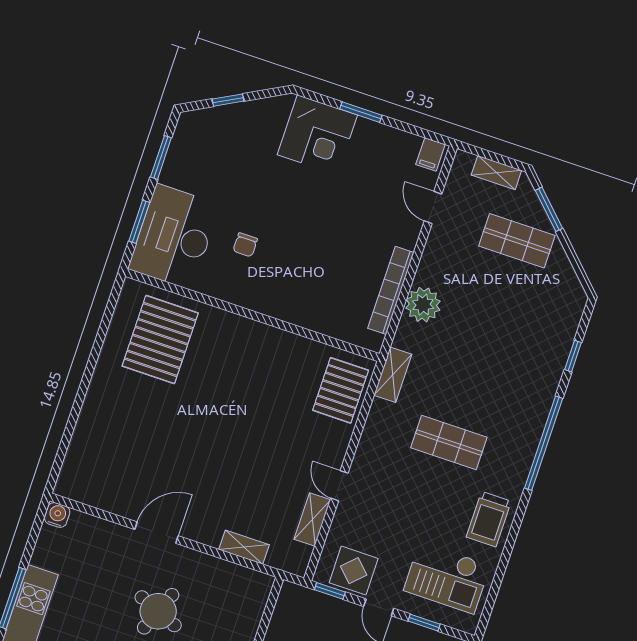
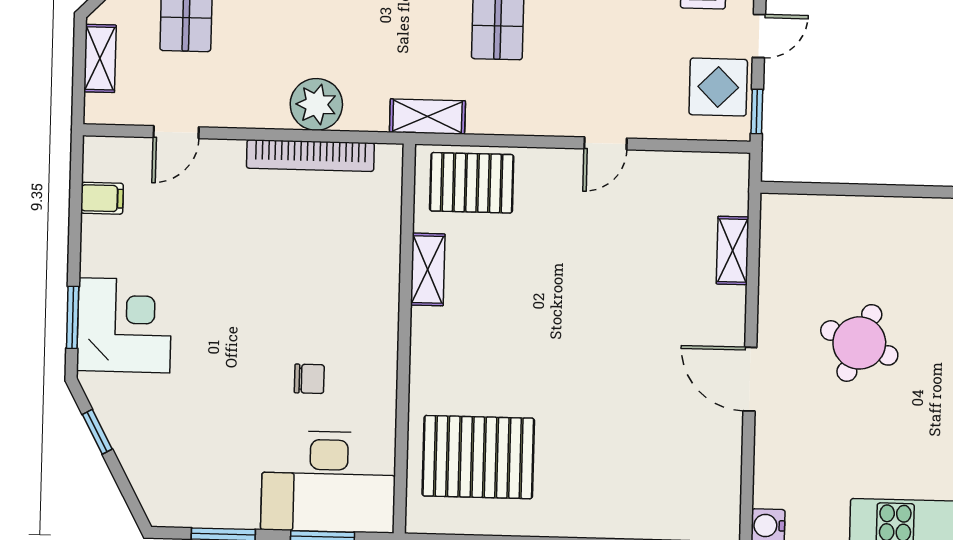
window: (228, 100) -> (97, 432), moved
window: (361, 112) -> (73, 317), moved
filing cabinet: (430, 154) -> (102, 198), moved
shelving: (312, 520) -> (428, 269), moved, turned 90

